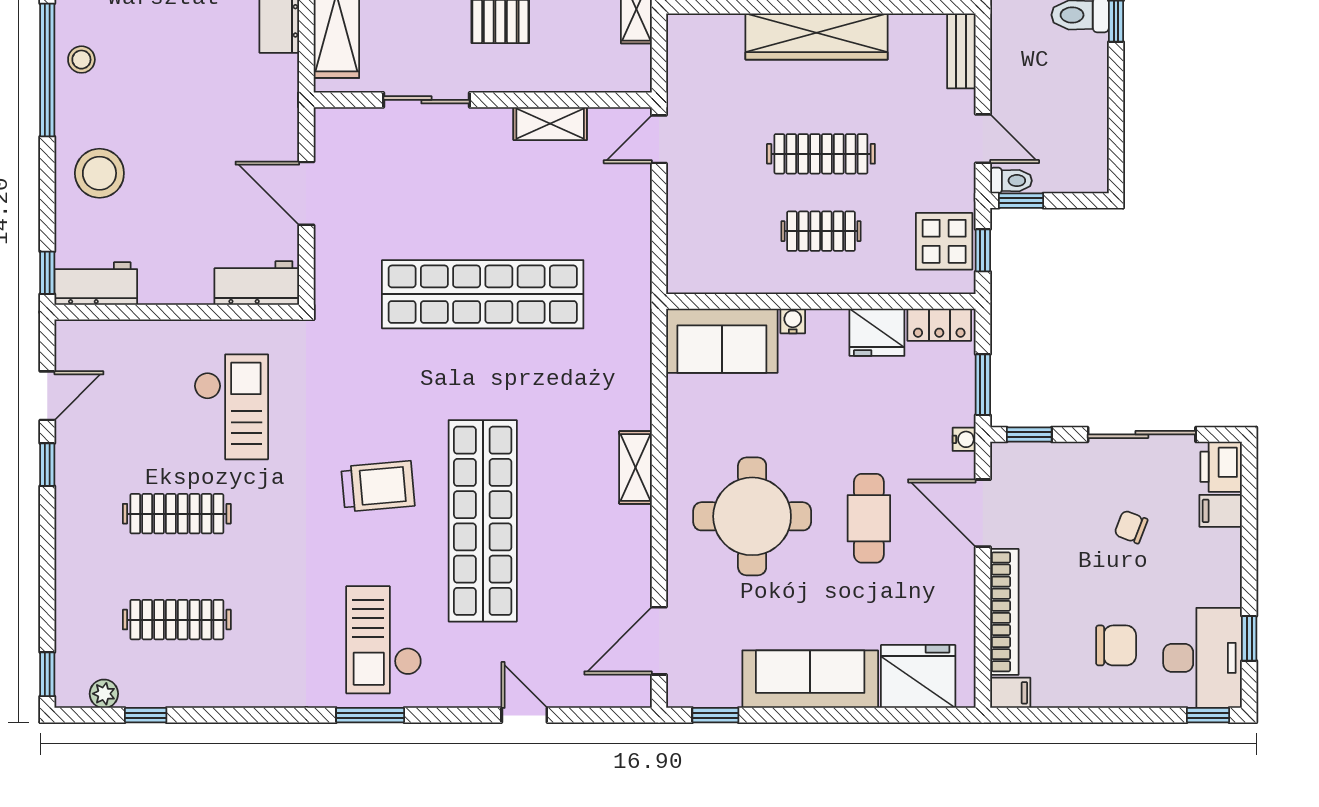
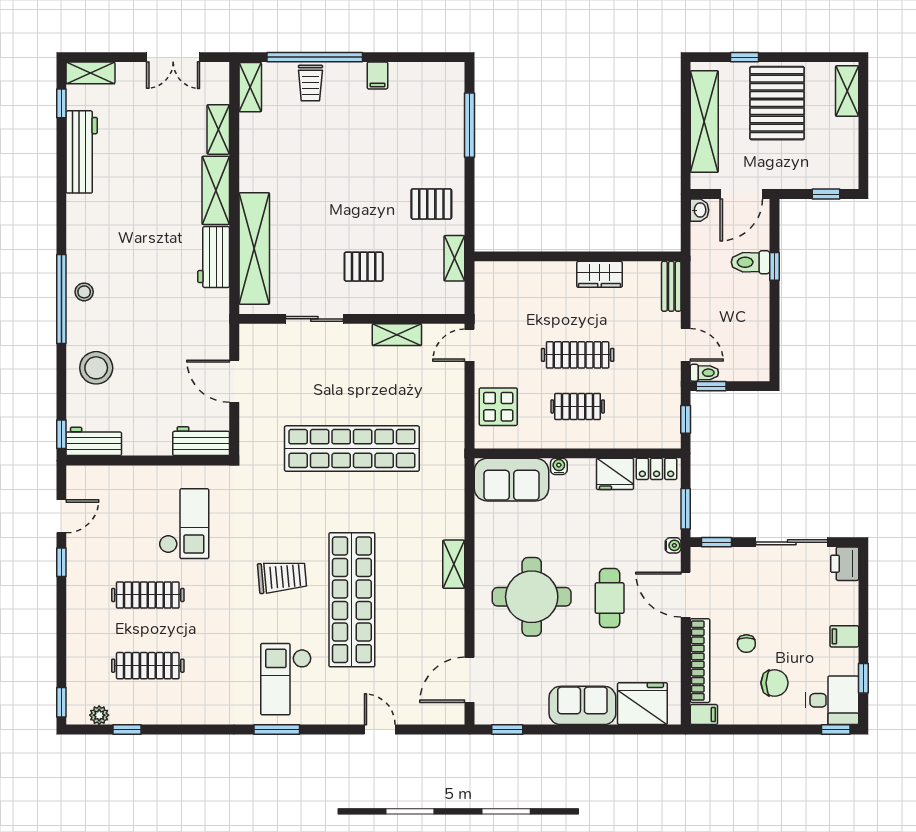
wardrobe: (817, 37) -> (600, 274), width x0.48, depth x0.85
display table: (944, 241) -> (498, 407), moved
filing cabinet: (1221, 511) -> (844, 636), moved
chair: (1131, 527) -> (746, 644), moved, turned -111
desk: (1203, 658) -> (832, 700), width x0.73
sofa: (810, 679) -> (582, 705), width x0.73

